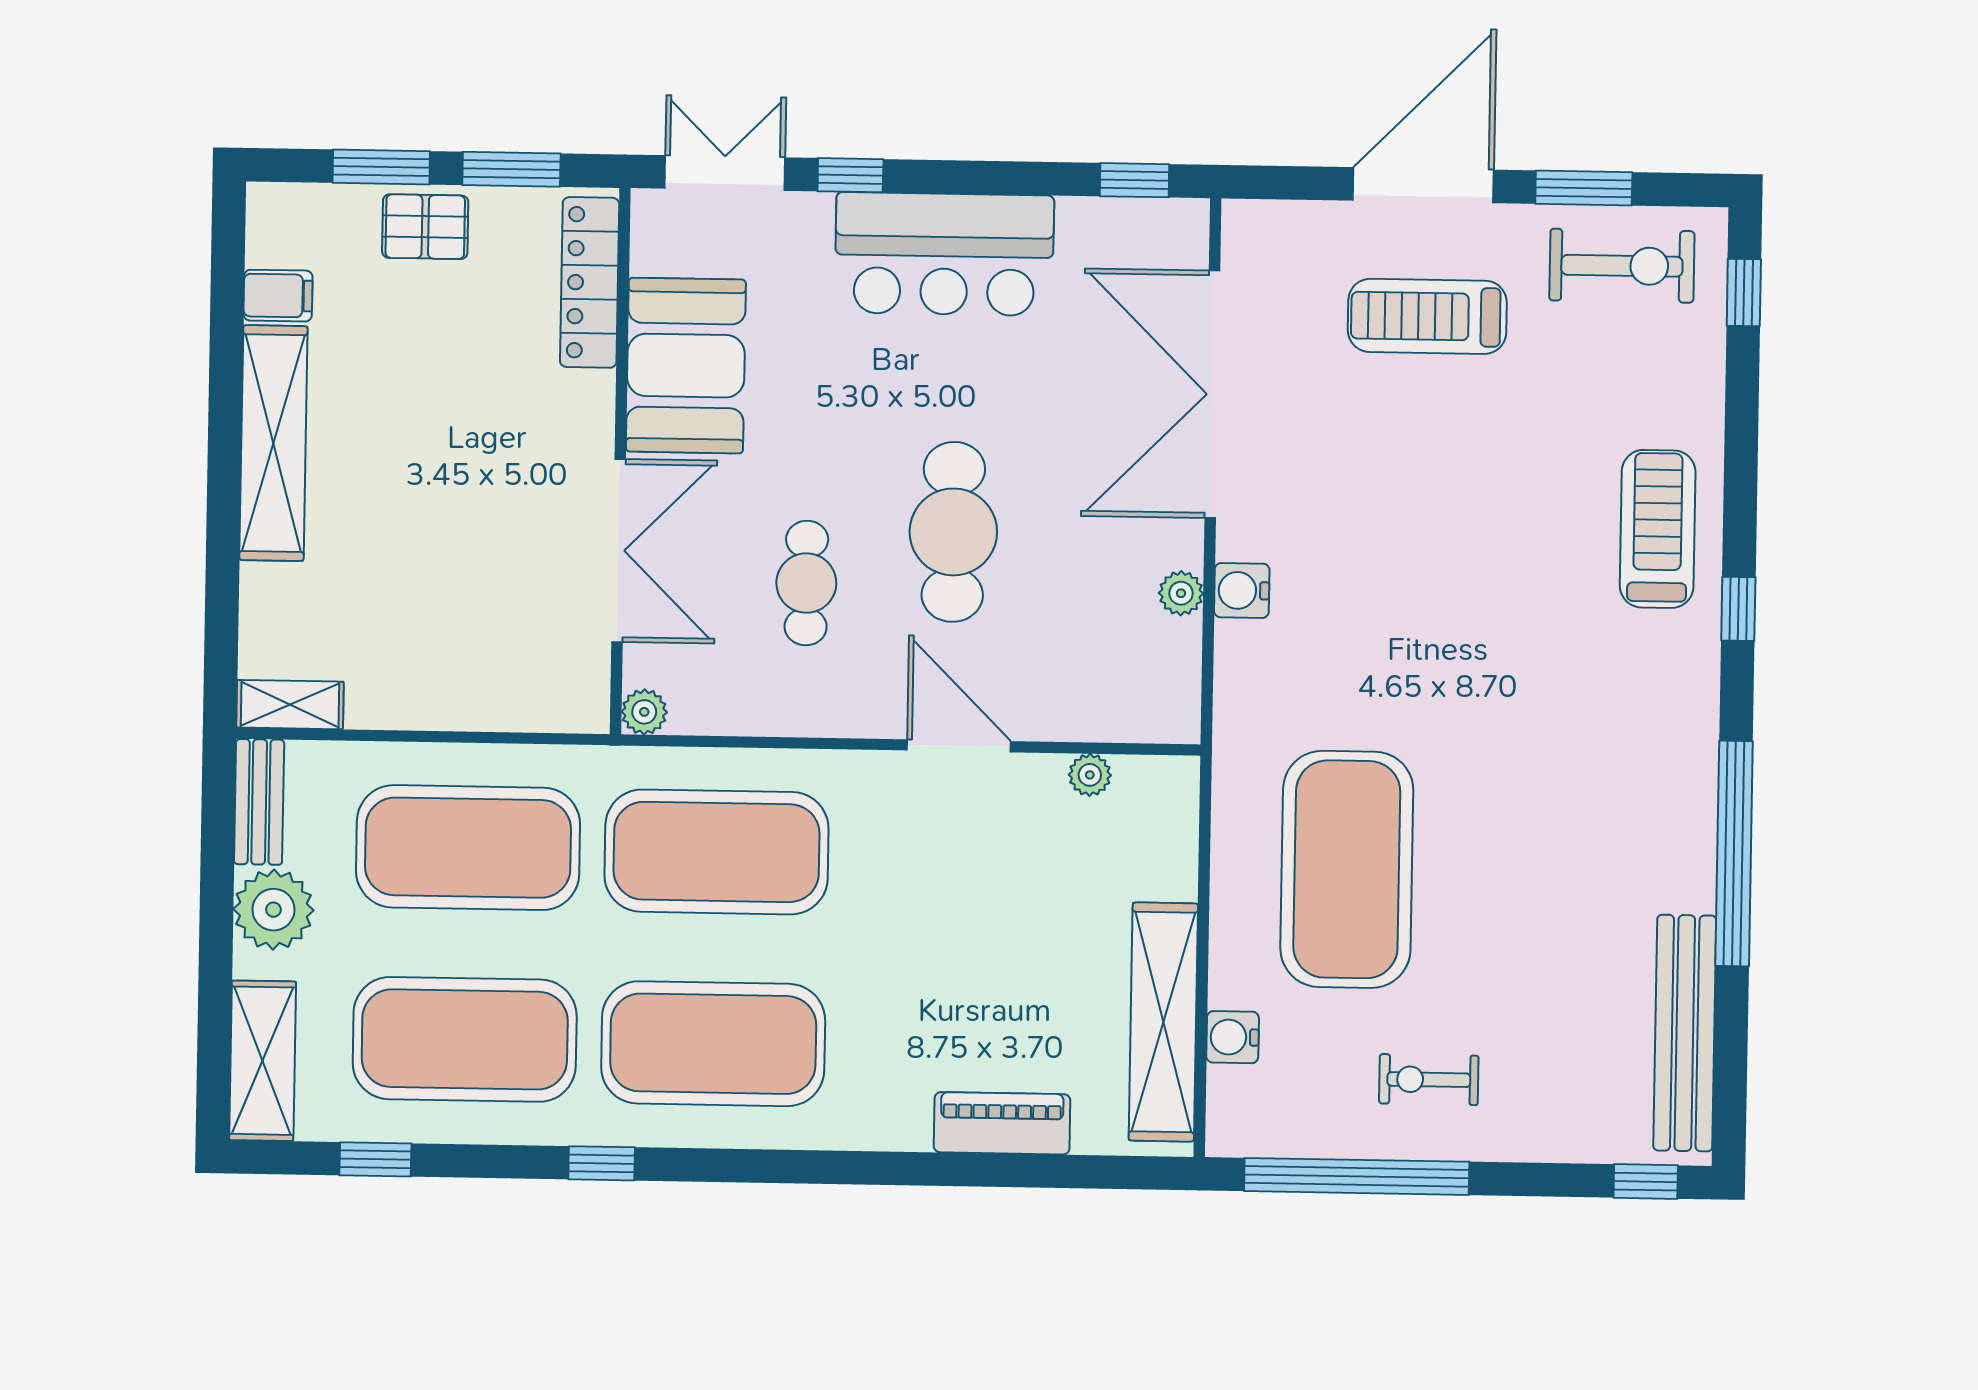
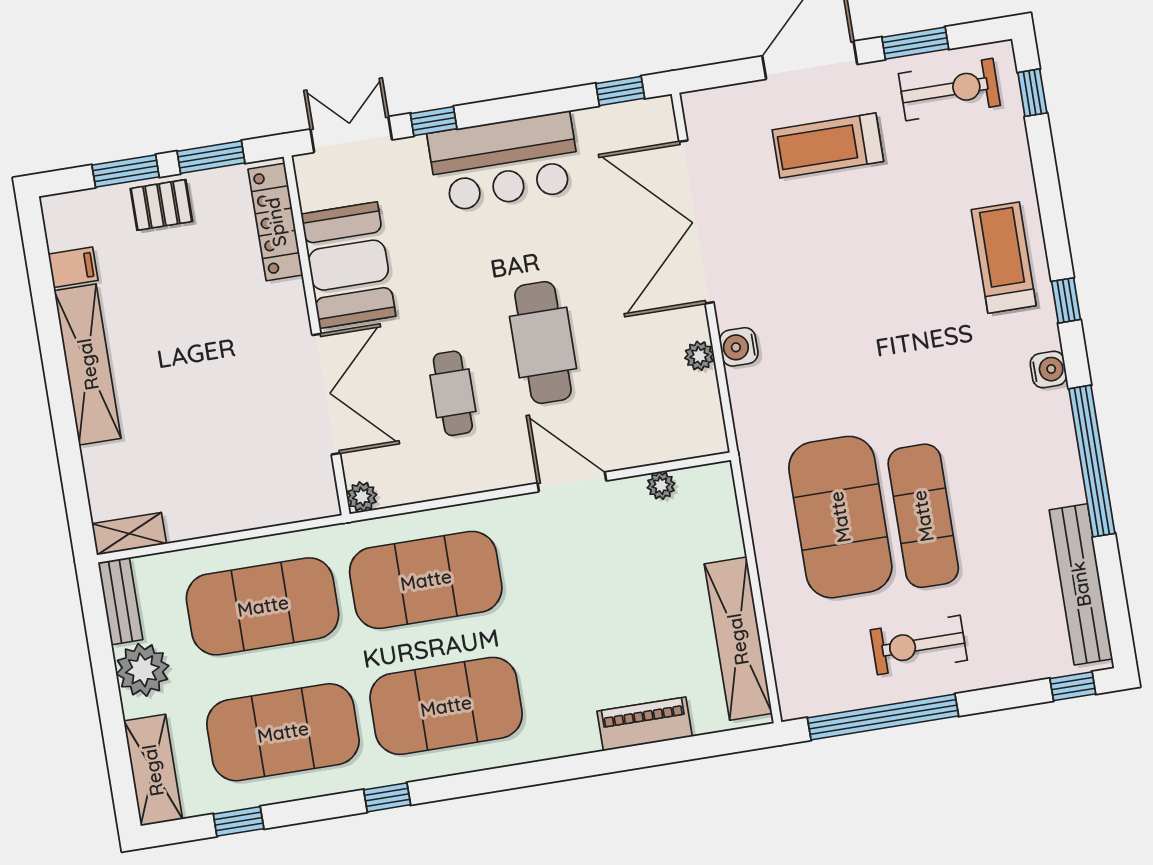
exercise mat: (1470, 890) -> (923, 516), added
water cooler: (1233, 1037) -> (1048, 370), moved, turned 180
exercise bike: (1429, 1080) -> (919, 645), width x1.38, depth x1.39

